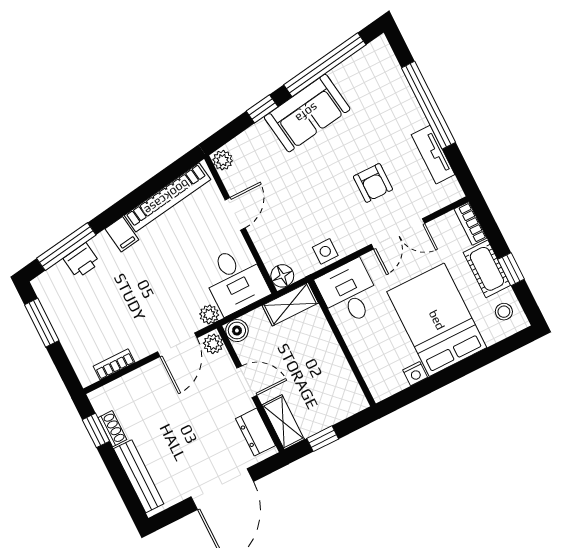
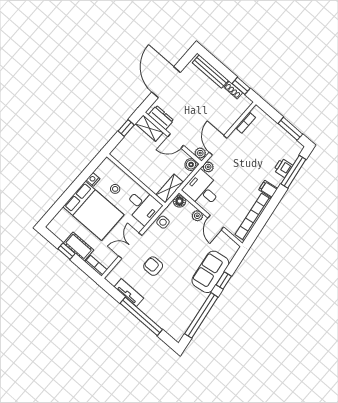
sofa: (307, 113) -> (210, 272), moved
plant: (223, 160) -> (197, 216), moved
stool: (504, 312) -> (115, 189), moved

